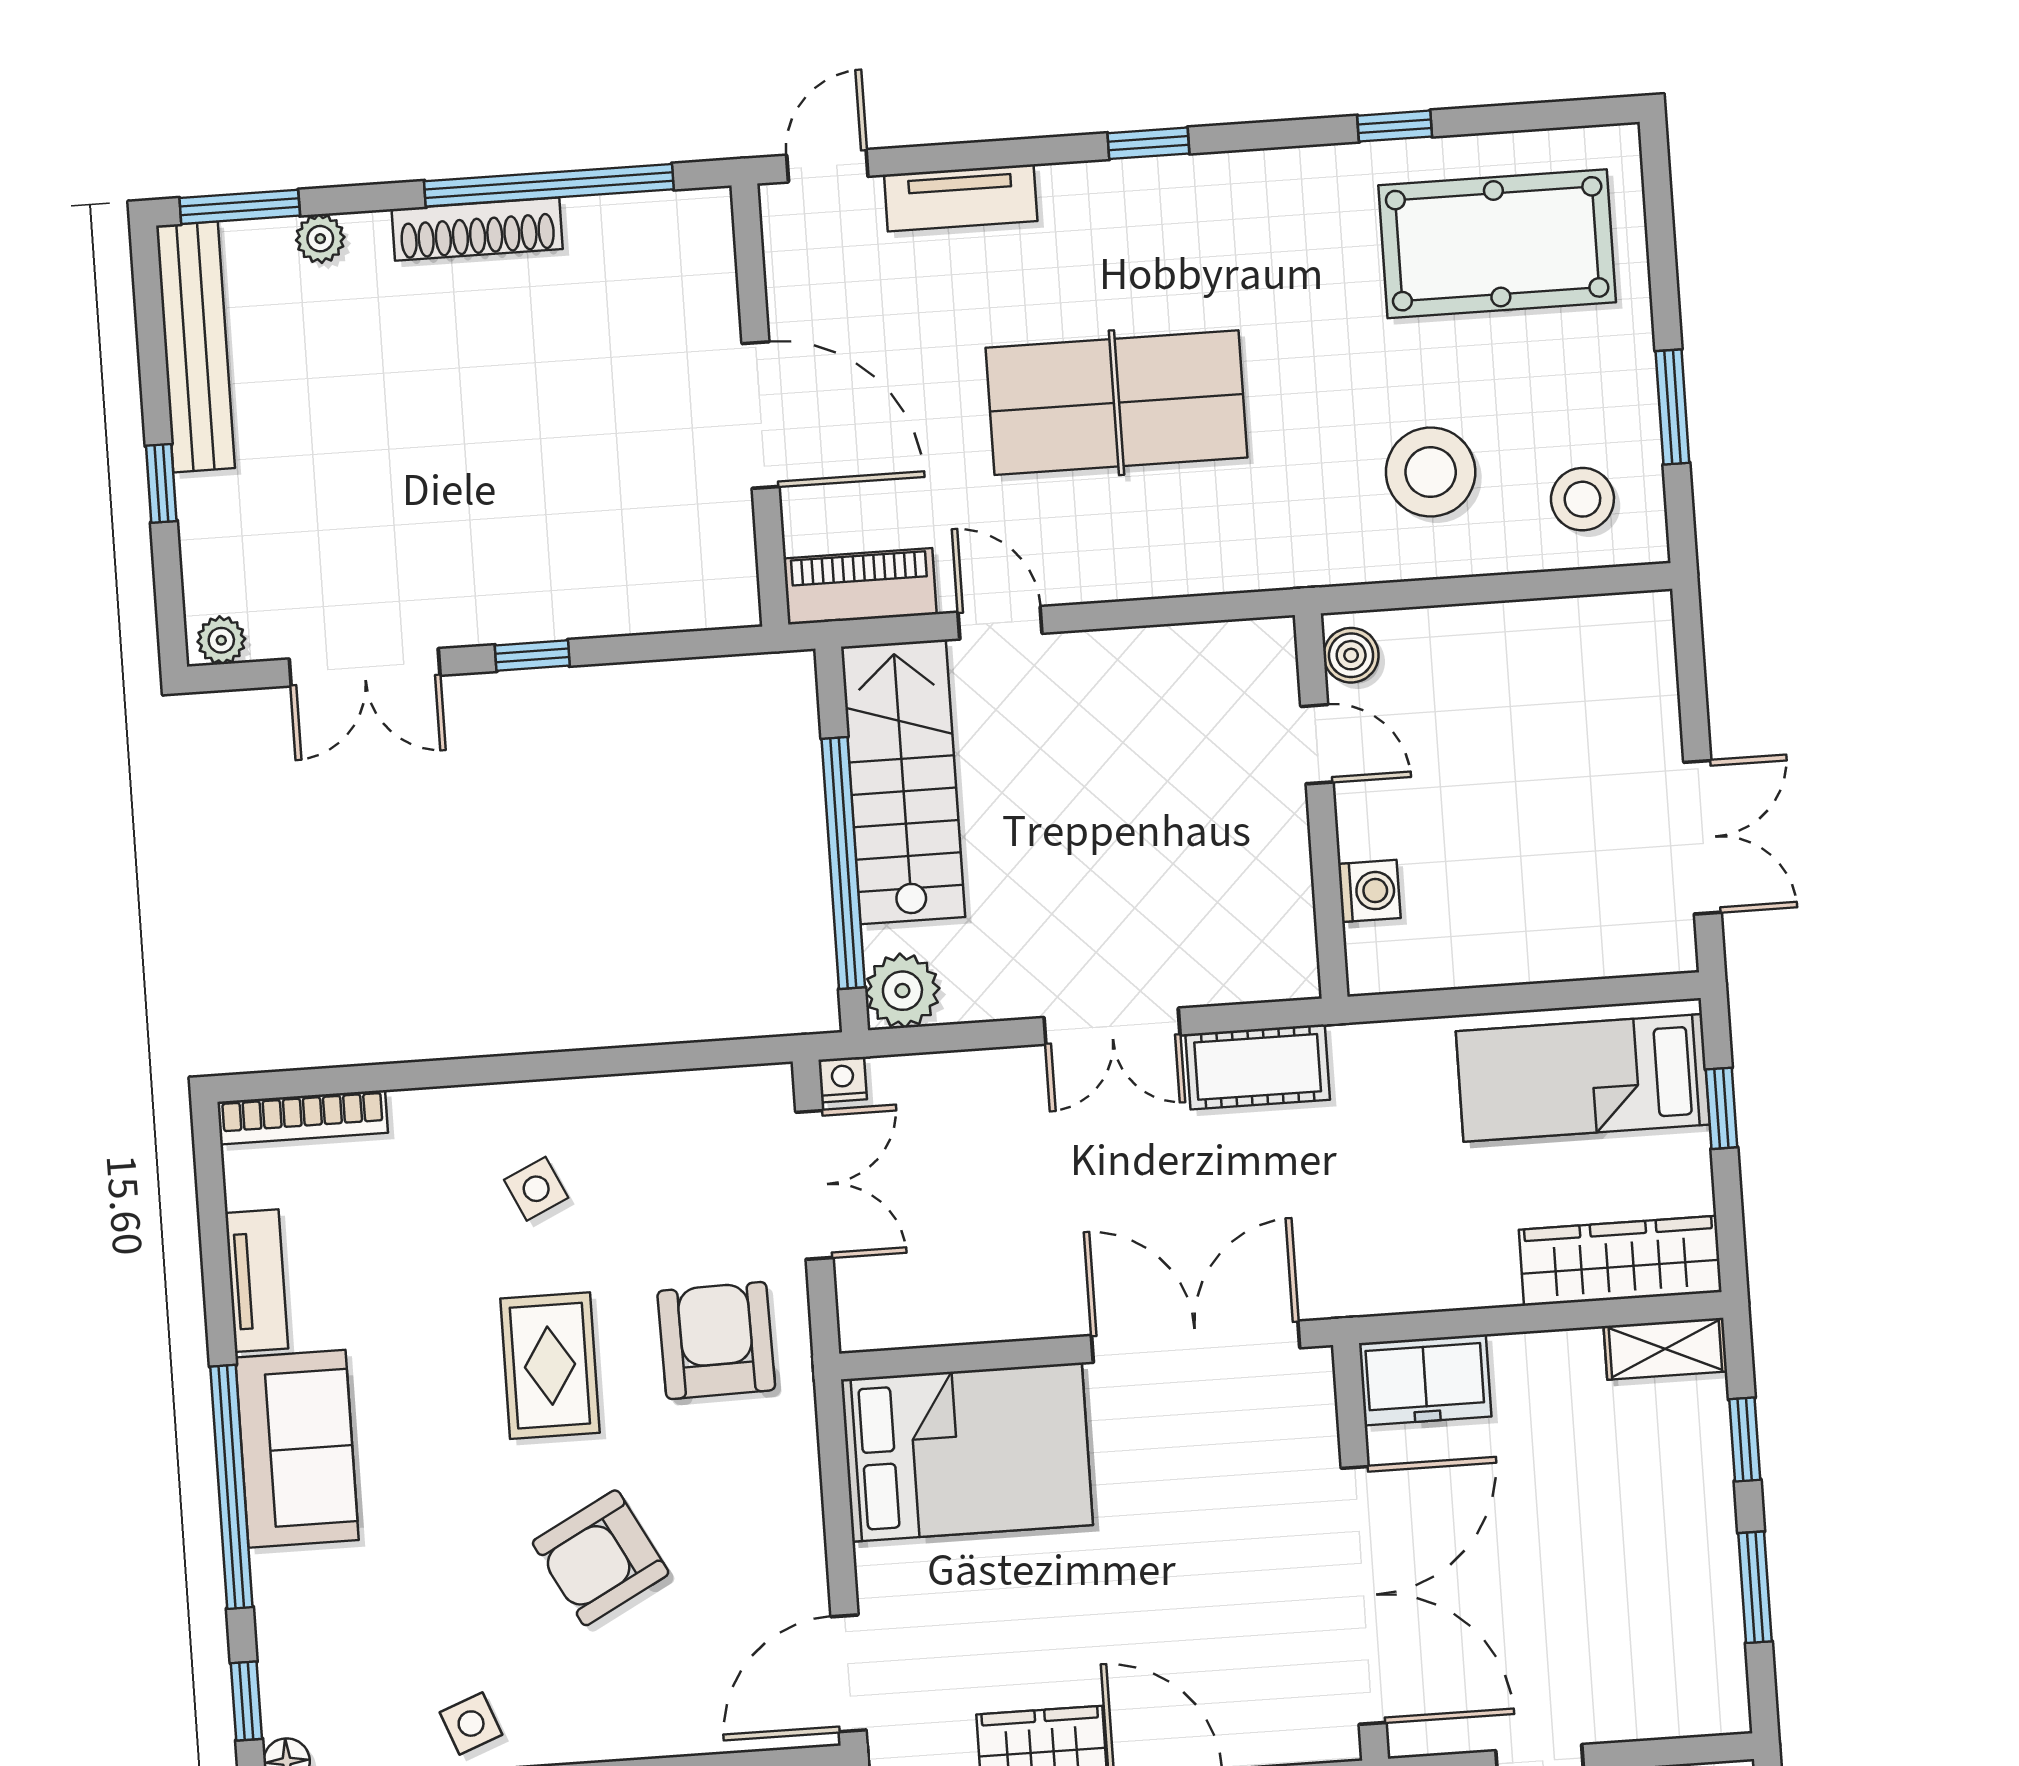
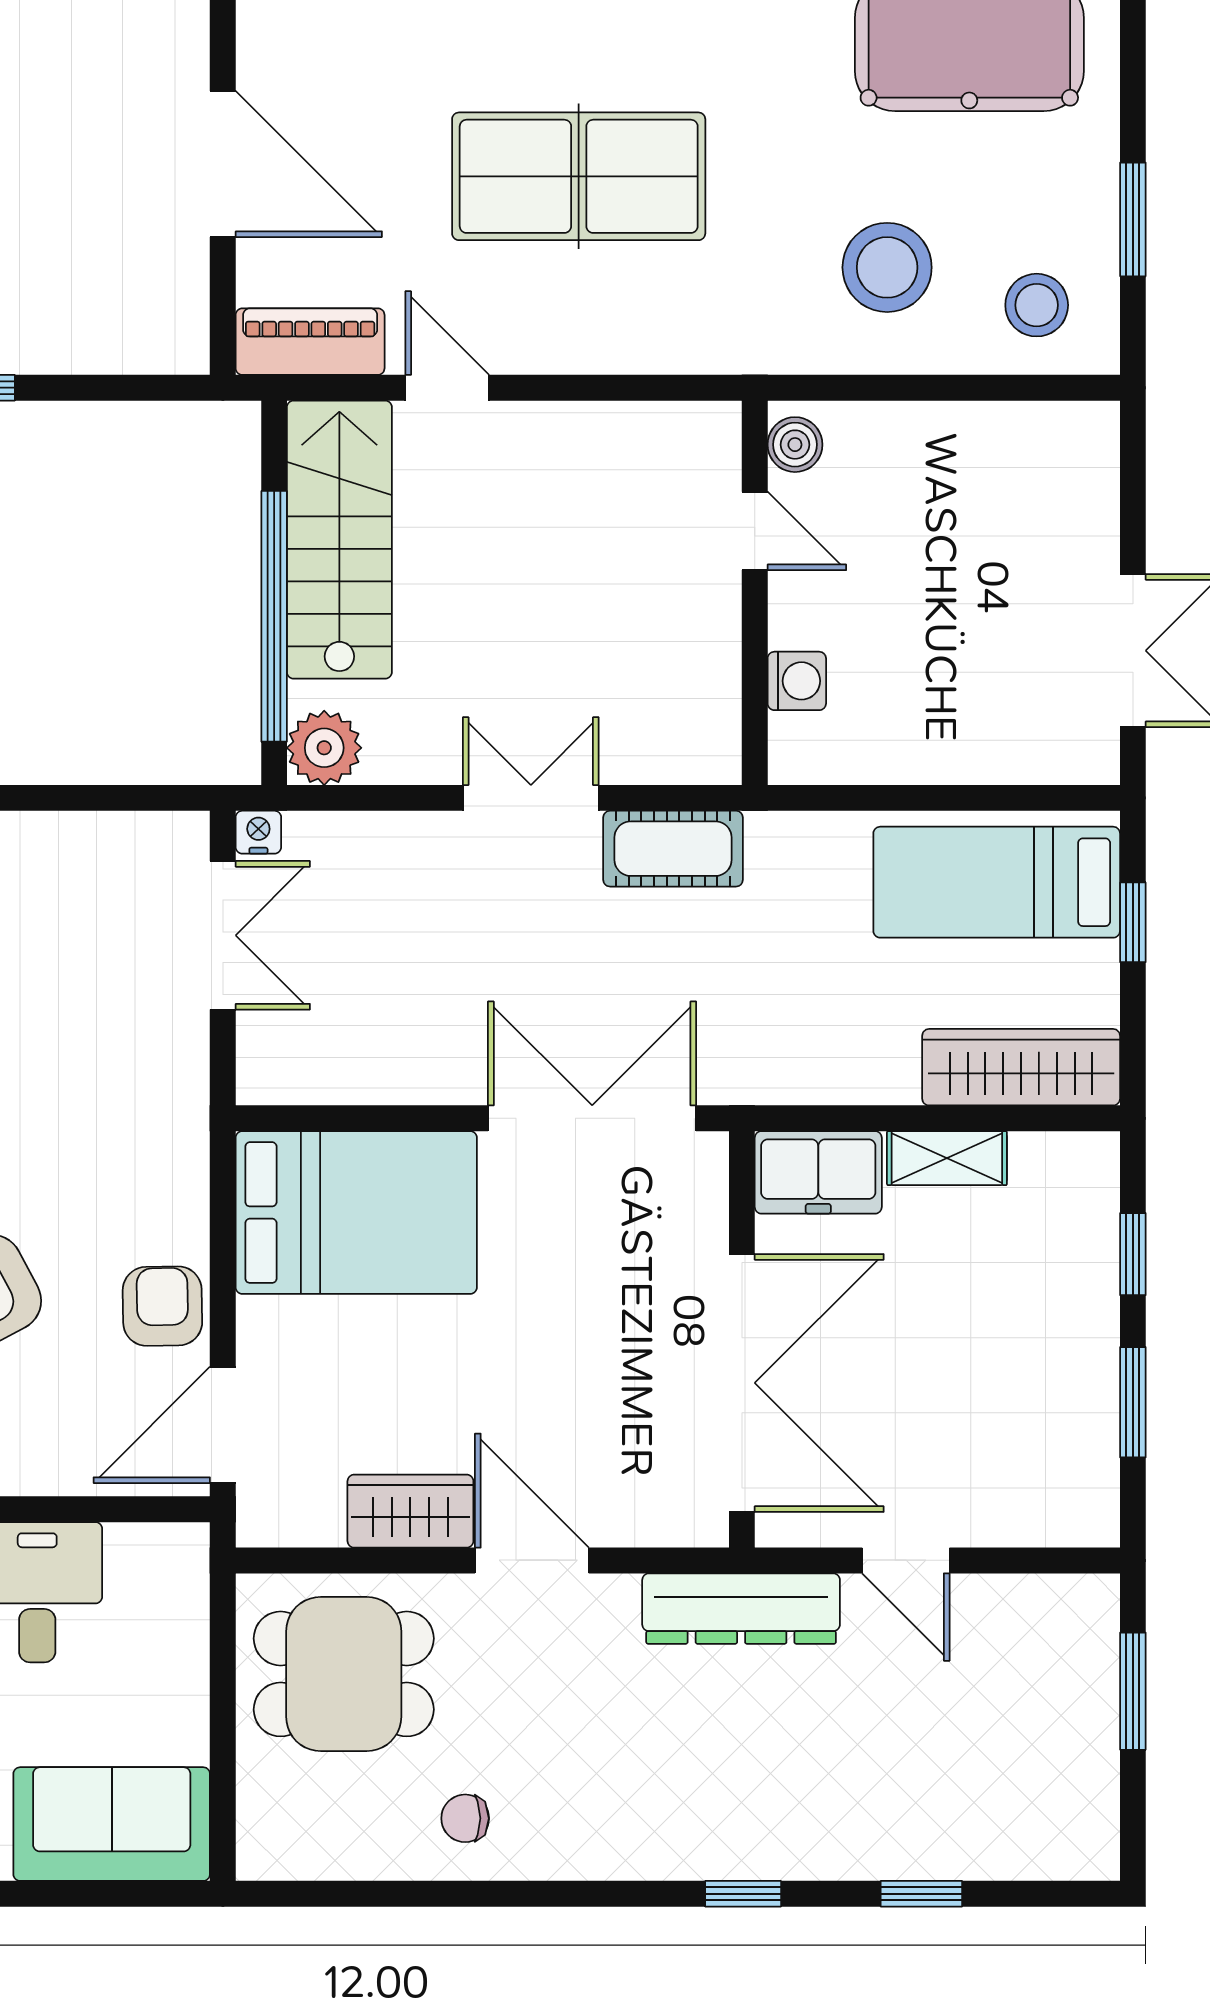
double door: (1112, 1026) -> (531, 798), swing flipped
armchair: (716, 1340) -> (162, 1306), moved, width x0.72, depth x0.72
shelving: (1665, 1349) -> (947, 1158), moved

